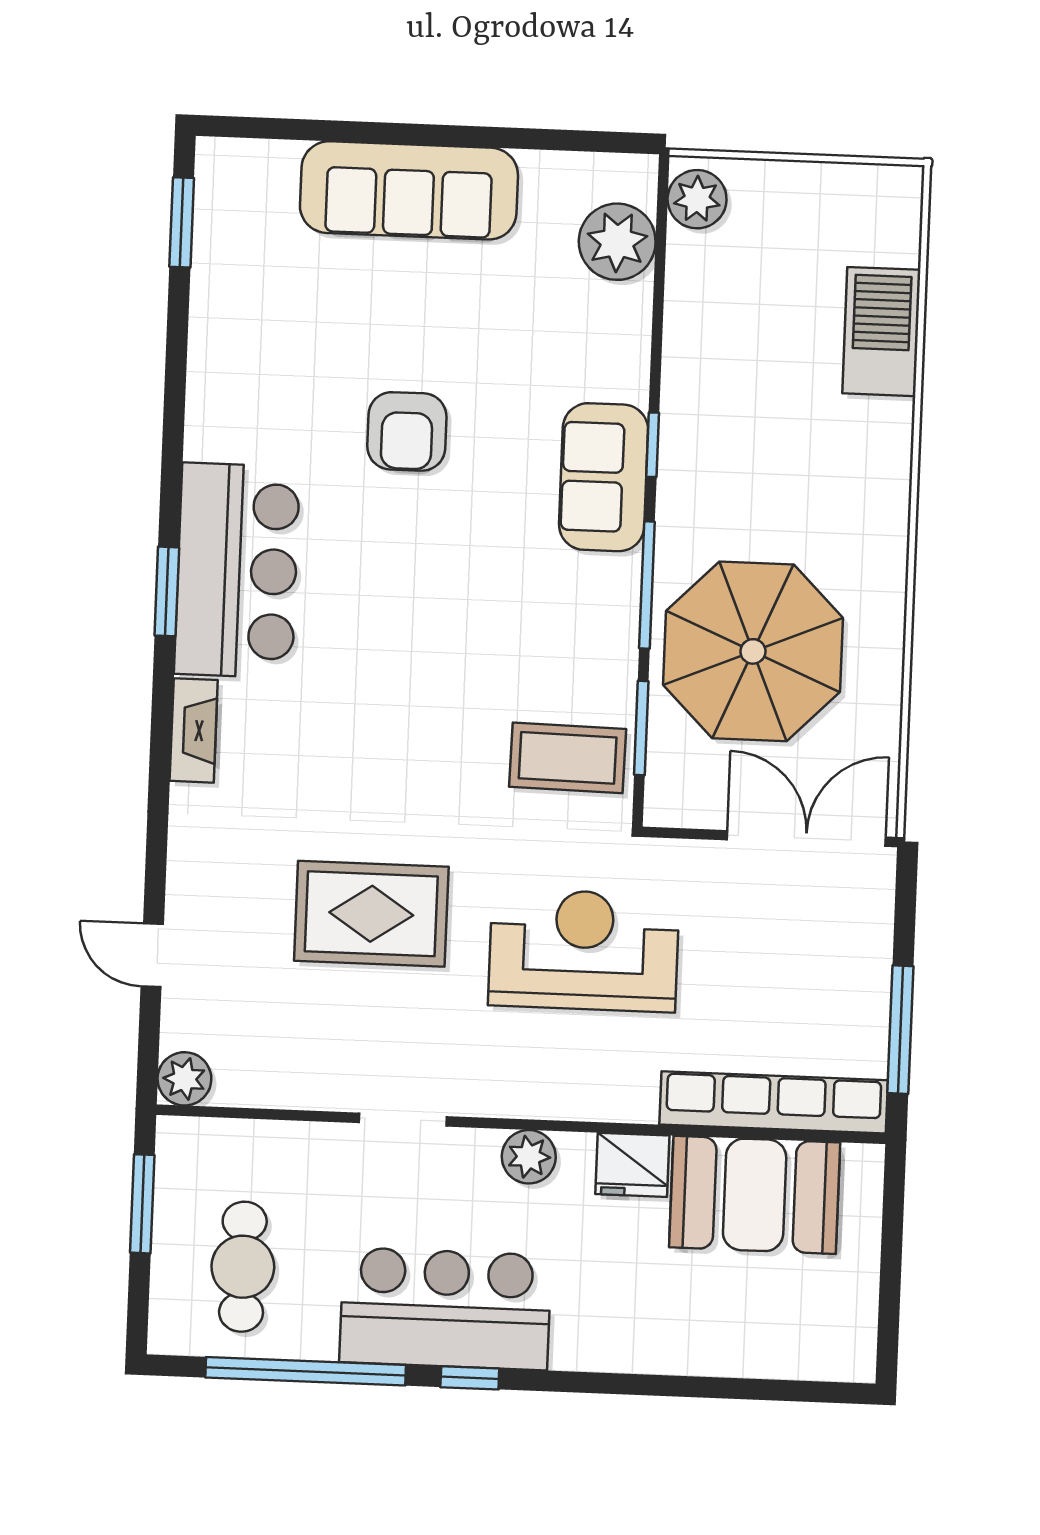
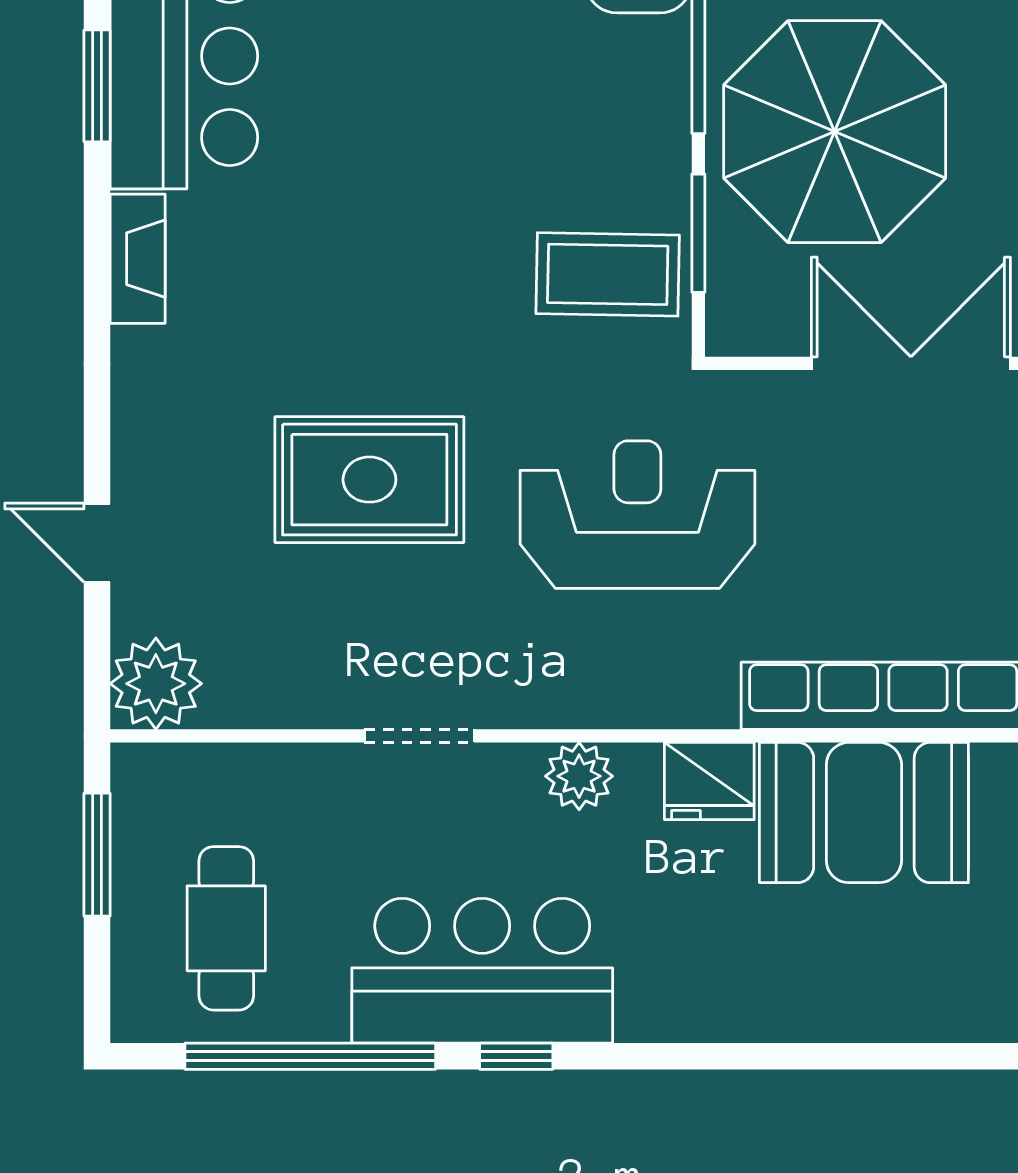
plant: (184, 1079) -> (156, 684), width x1.36, depth x1.36

